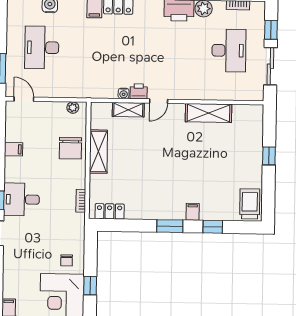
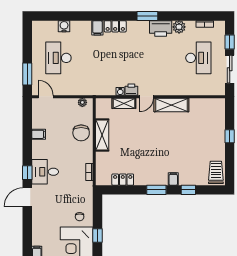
shelving: (209, 113) -> (171, 105), moved
locker: (110, 211) -> (123, 180), moved

